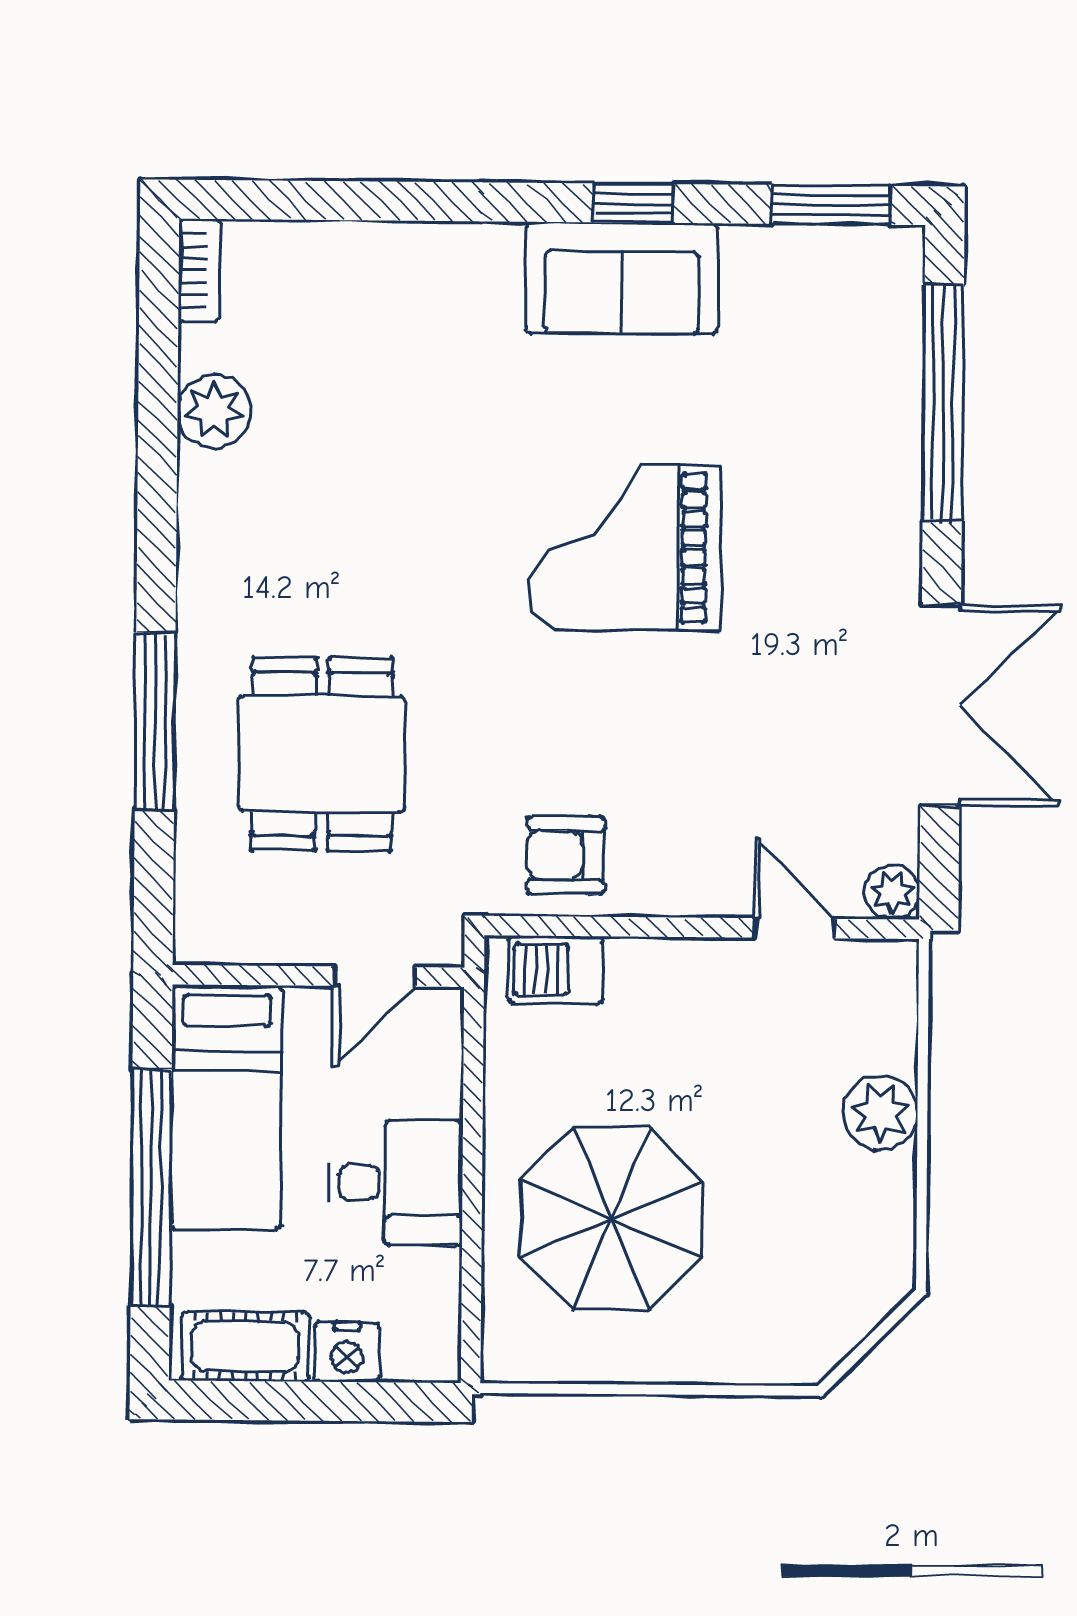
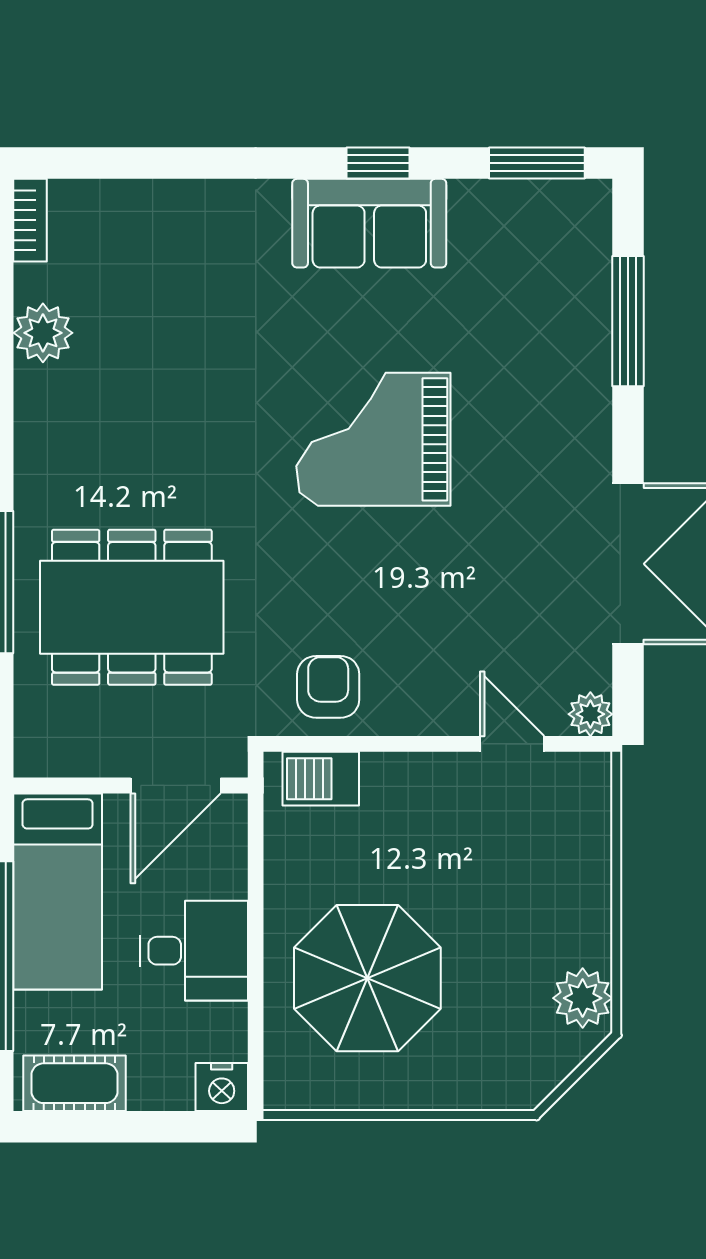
window: (943, 403) -> (628, 321), width x0.68
dining table: (322, 754) -> (132, 607), width x1.38
armchair: (566, 855) -> (328, 687), turned 90
door: (374, 977) -> (176, 785), width x1.38
plant: (880, 1113) -> (583, 998), moved
nightstand: (347, 1352) -> (222, 1087), moved

